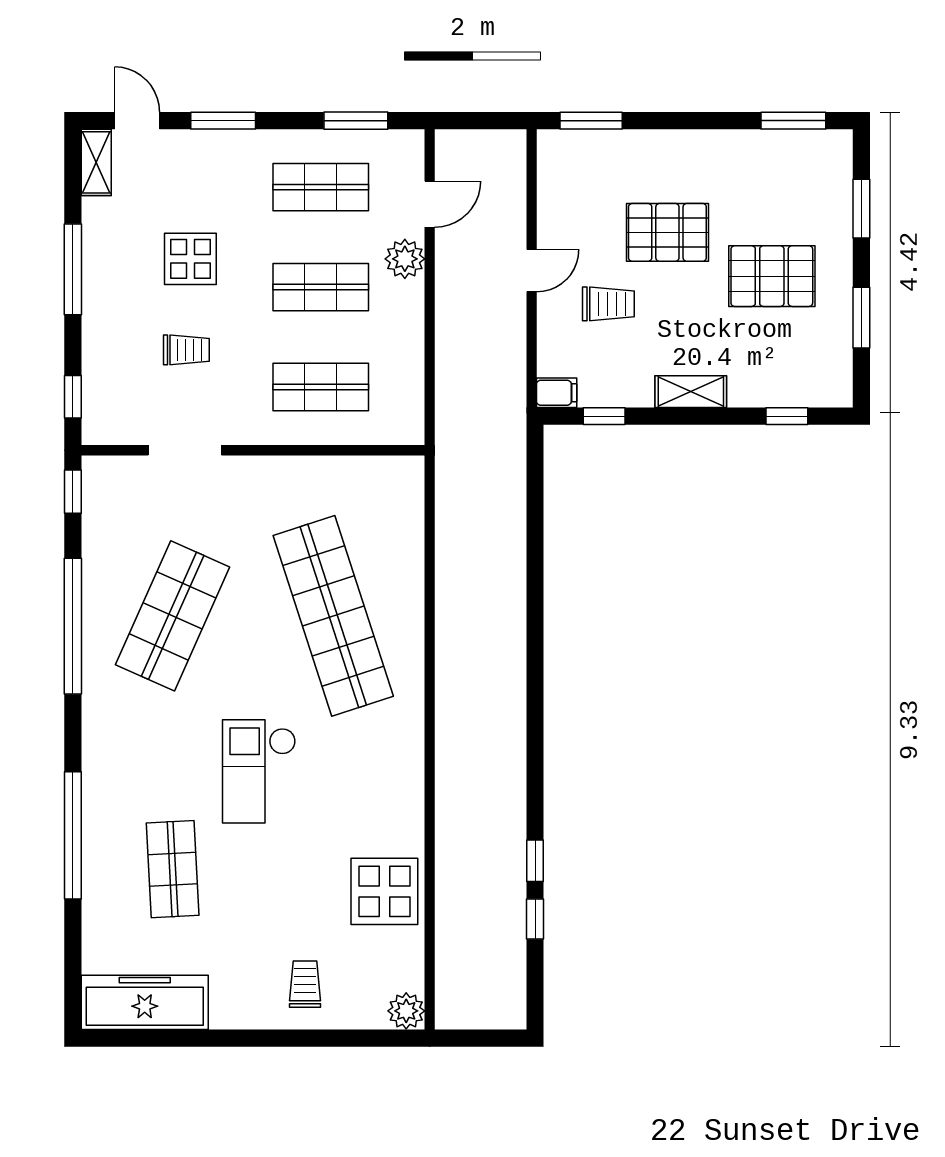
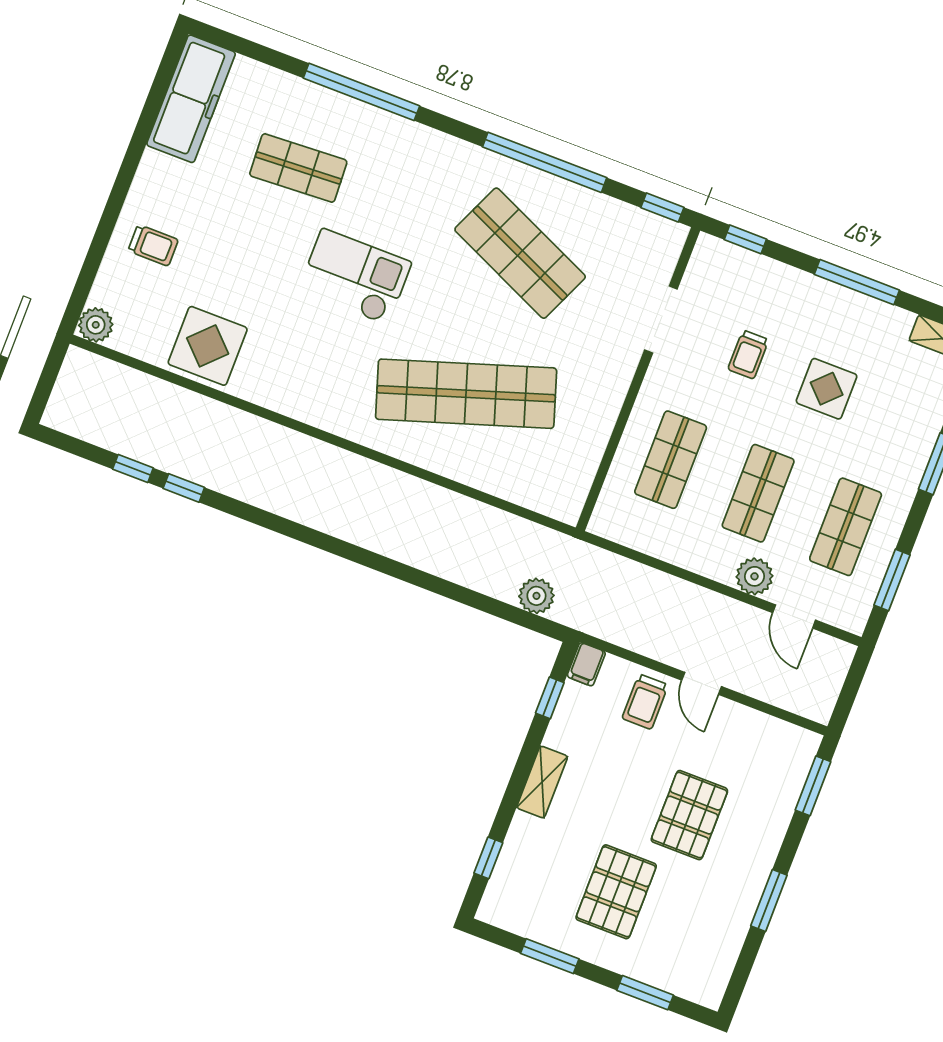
window: (793, 121) -> (769, 901), moved
trolley: (608, 304) -> (645, 702), moved
plant: (508, 468) -> (536, 596), added

